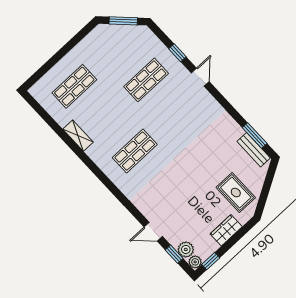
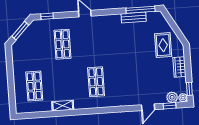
window: (177, 53) -> (47, 16), moved
window: (255, 136) -> (140, 10), width x1.44
bench: (254, 150) -> (134, 17), moved
rug: (236, 193) -> (163, 45), turned 90

